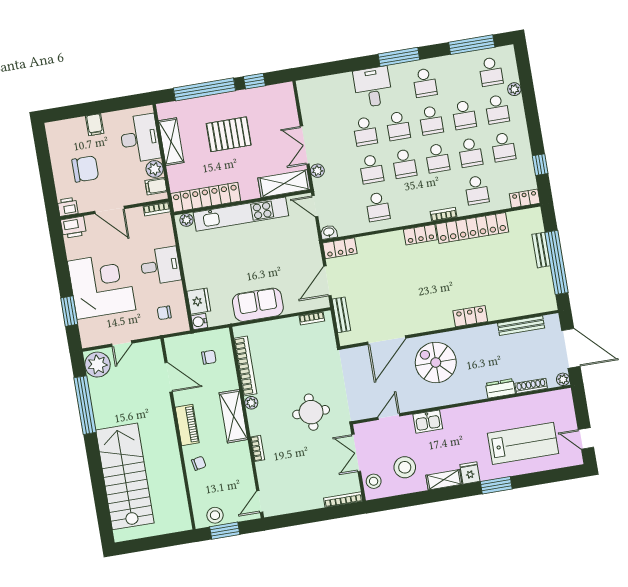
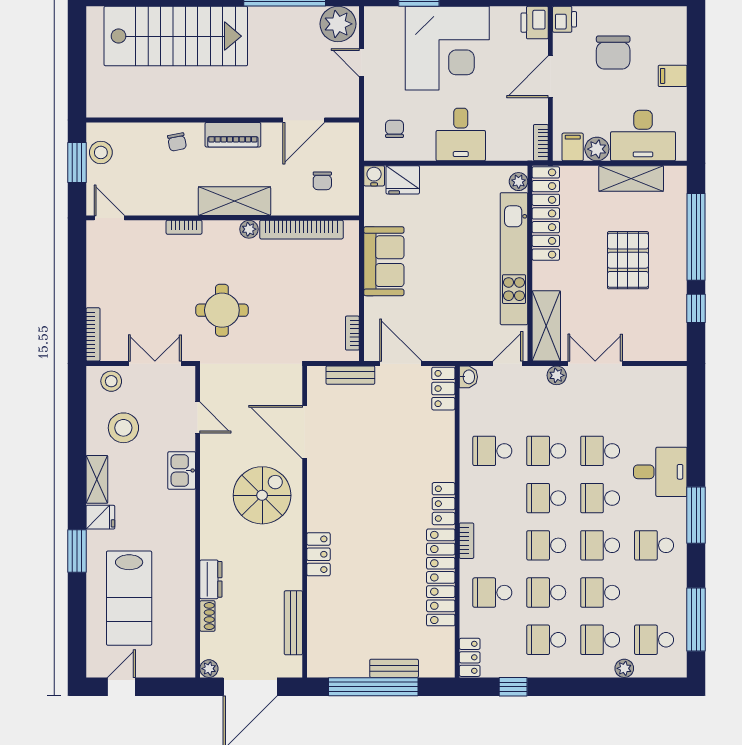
shoe rack: (531, 386) -> (207, 616), width x0.70

